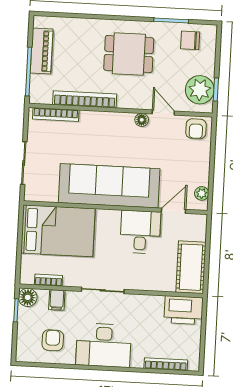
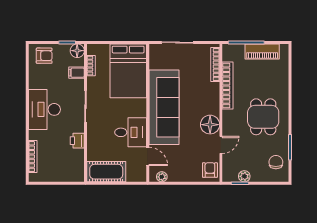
plant: (200, 90) -> (244, 176), width x0.53, depth x0.53
floor lamp: (142, 120) -> (210, 125), width x1.89, depth x1.89
armchair: (196, 129) -> (210, 170), turned 90
printer: (183, 310) -> (77, 141), moved, width x0.53, depth x0.68
armchair: (53, 340) -> (44, 56), moved

